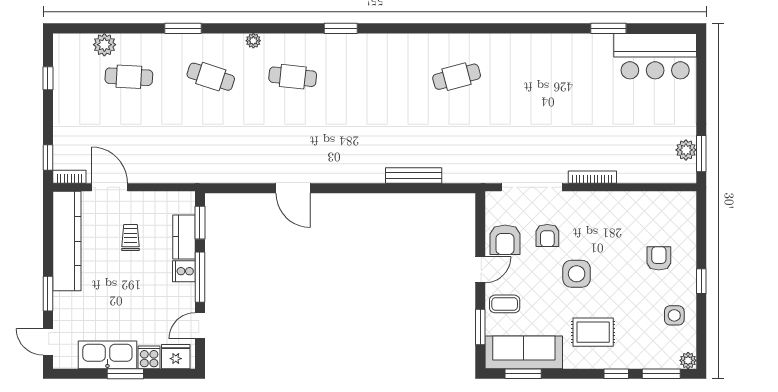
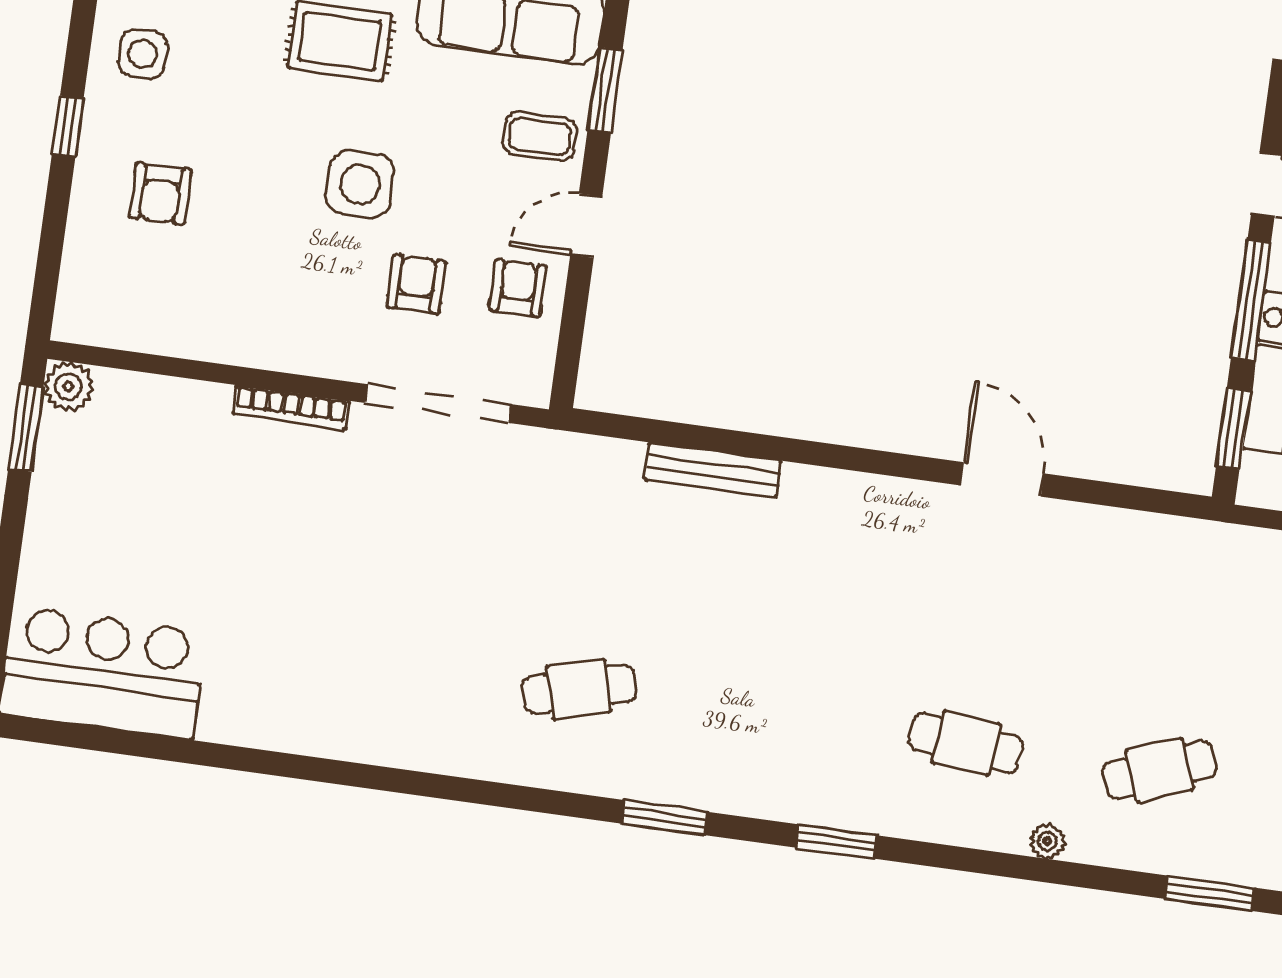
window: (608, 28) -> (665, 818), moved
cafe table: (211, 77) -> (1160, 770), turned -39
plant: (686, 150) -> (68, 387), moved
armchair: (505, 240) -> (518, 288), width x0.72, depth x0.72

